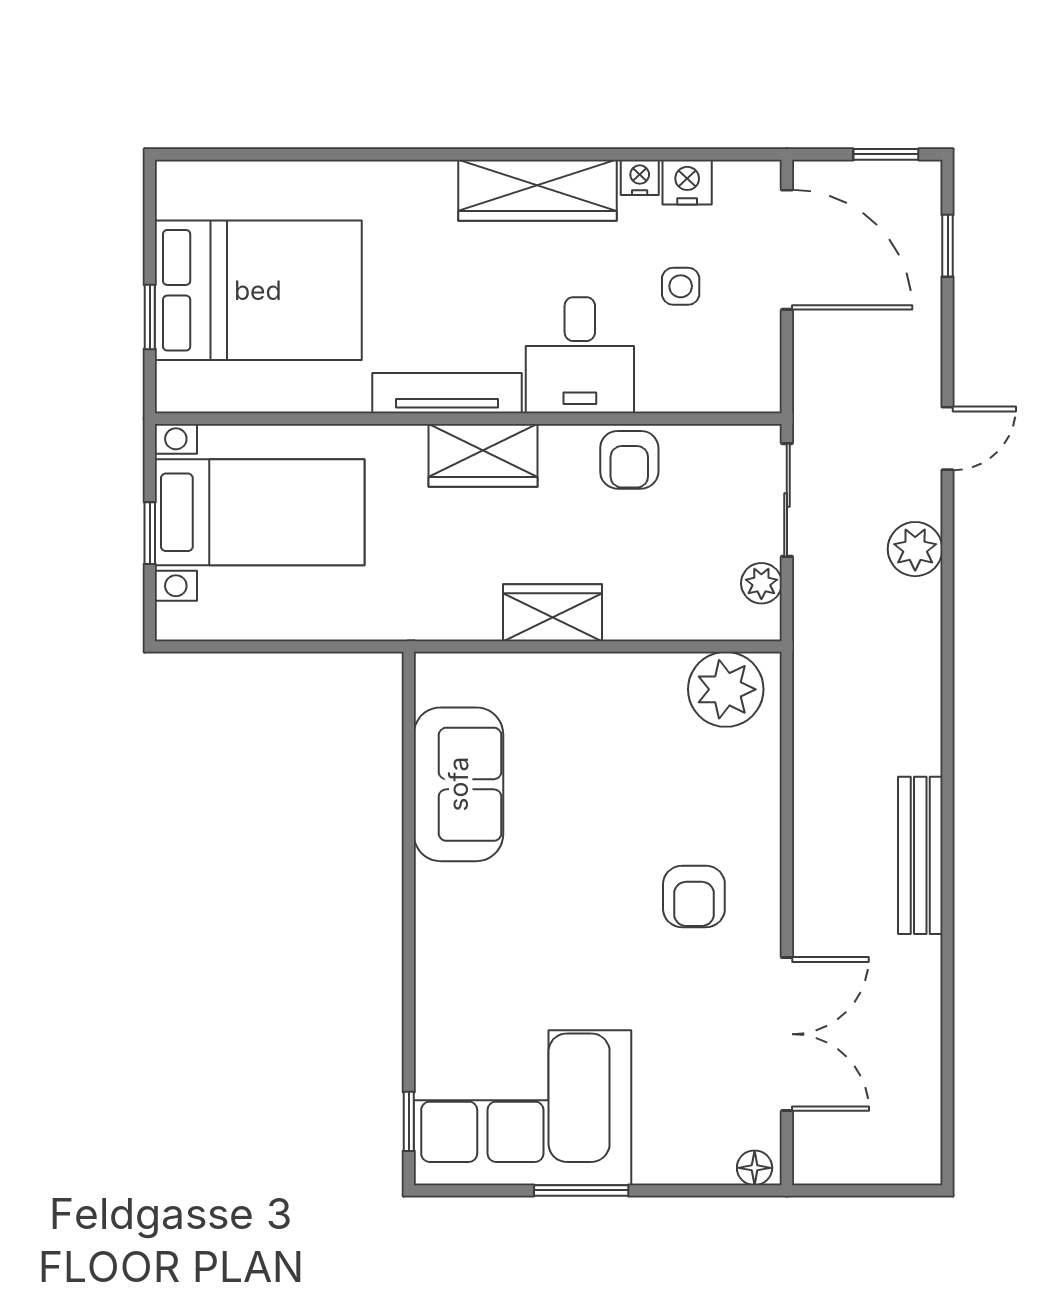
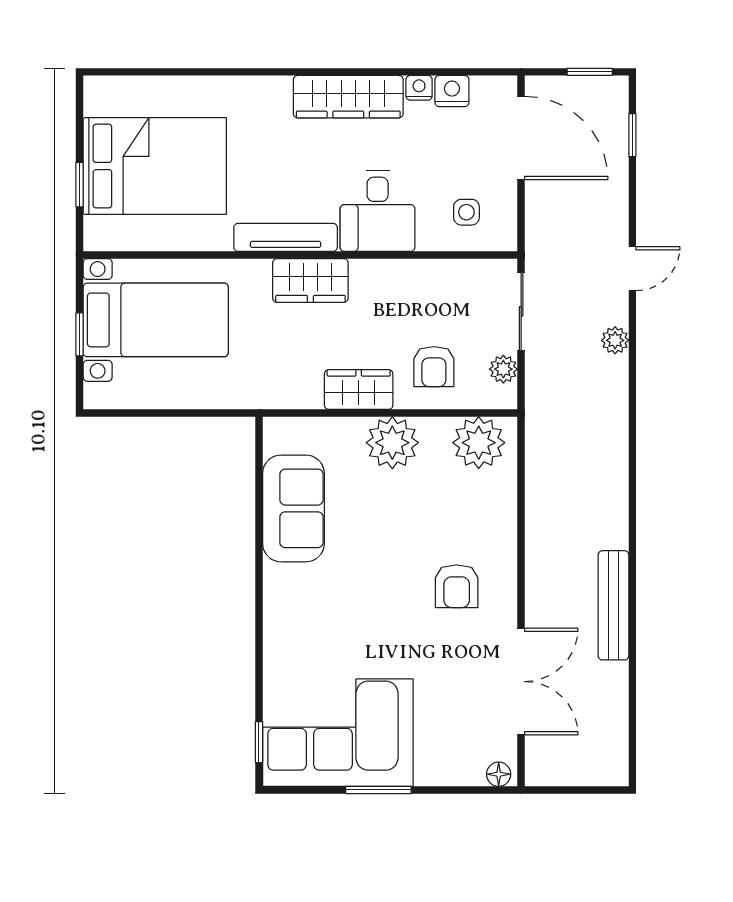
side table: (681, 286) -> (466, 212), moved
armchair: (629, 460) -> (434, 367), moved
plant: (915, 549) -> (615, 340), width x0.73, depth x0.73
plant: (601, 689) -> (392, 443), added
bench: (920, 855) -> (613, 605), moved

